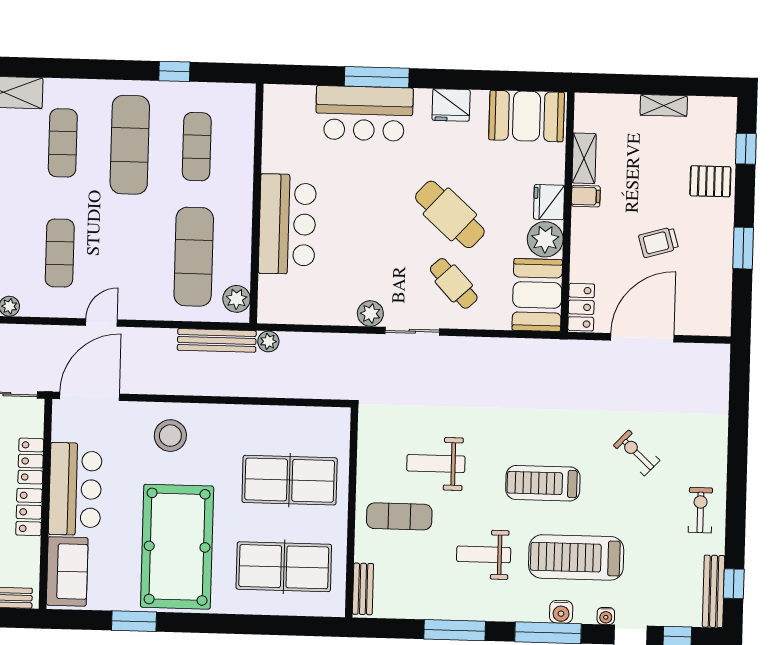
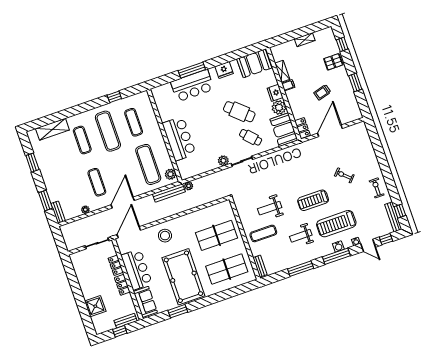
door: (101, 323) -> (123, 203), width x1.87

